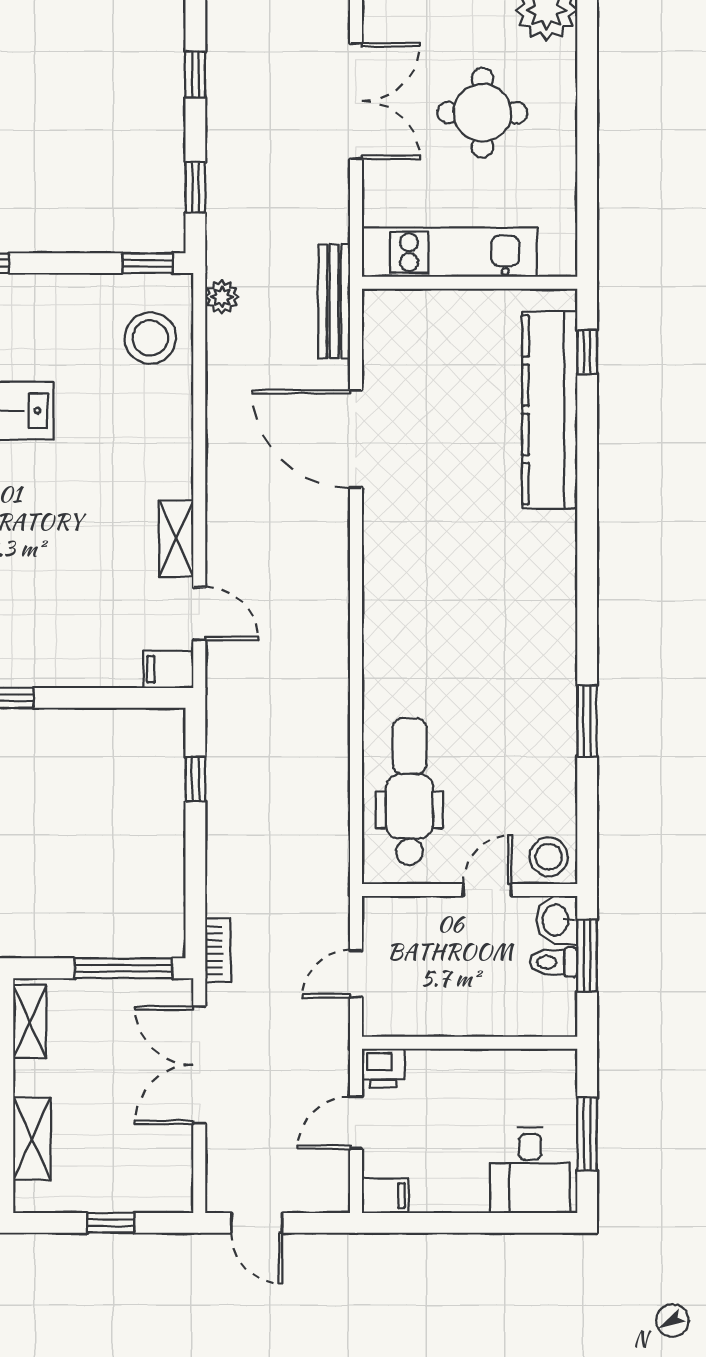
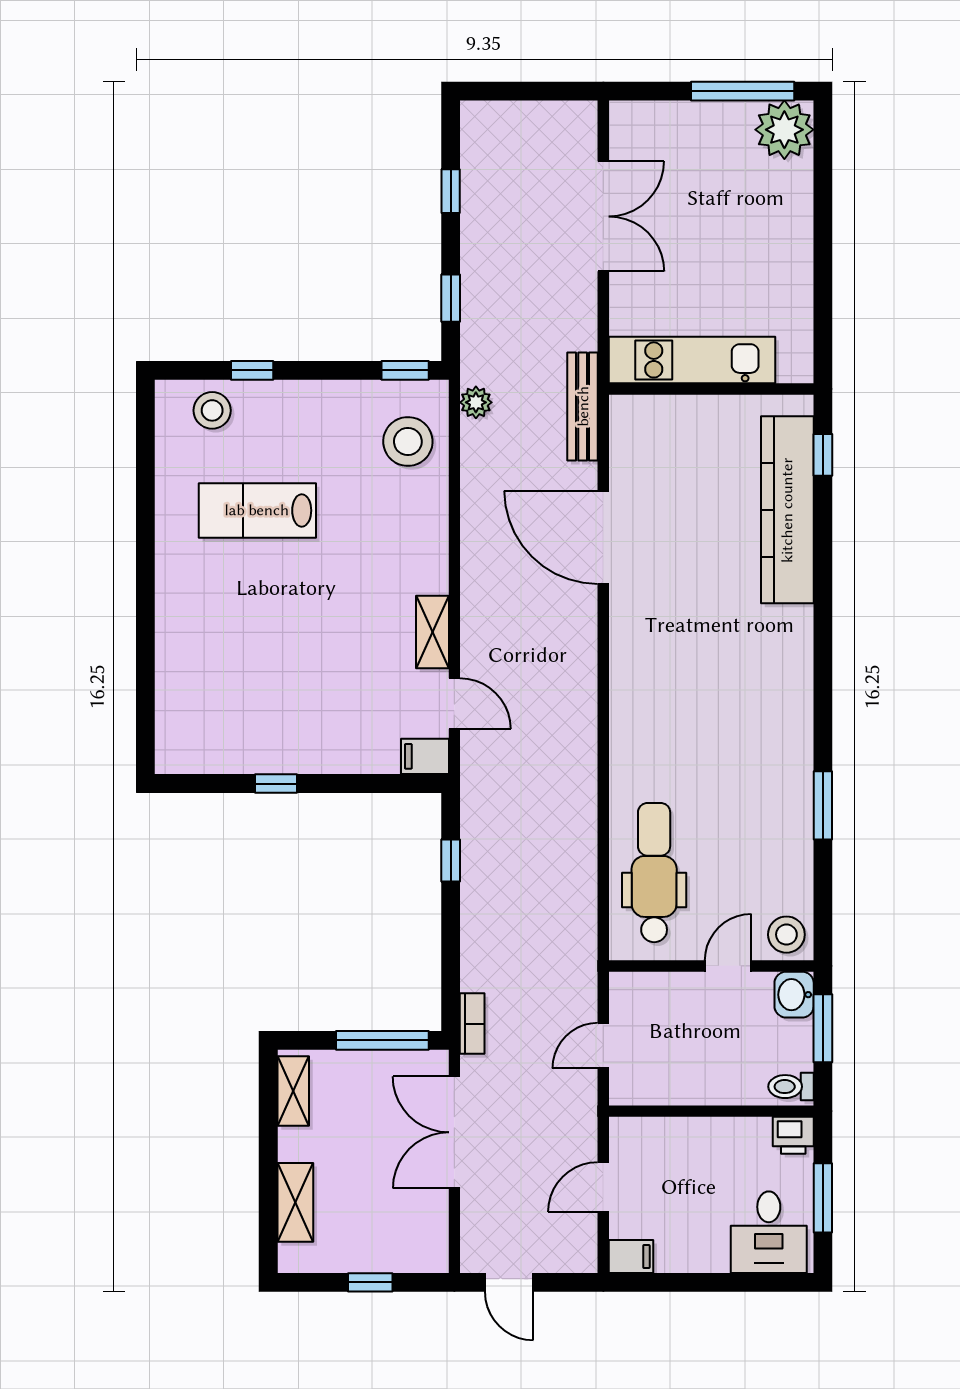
round table: (482, 113) -> (723, 227), removed
toilet: (553, 962) -> (791, 1087), moved
printer: (383, 1068) -> (793, 1135), moved

